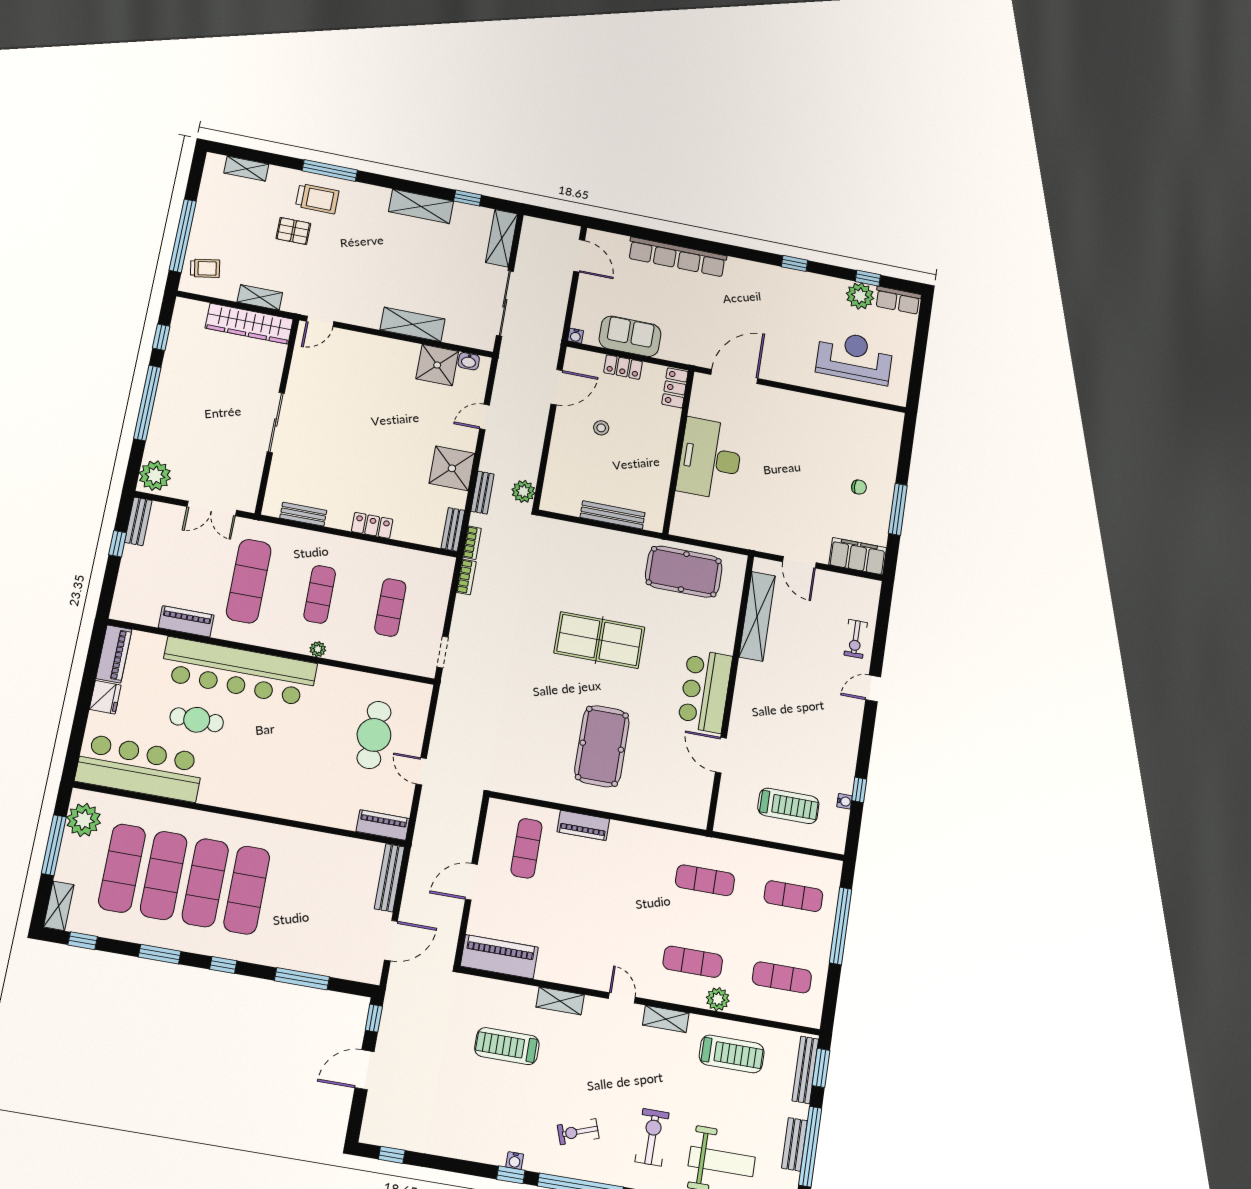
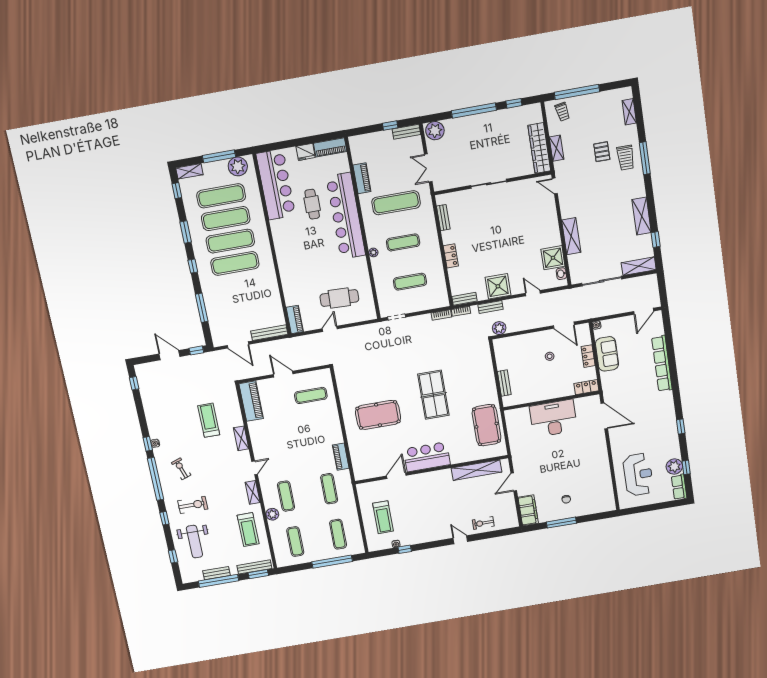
bench: (613, 515) -> (504, 383), width x0.73
piano: (583, 825) -> (341, 457), moved

